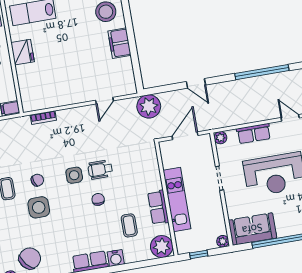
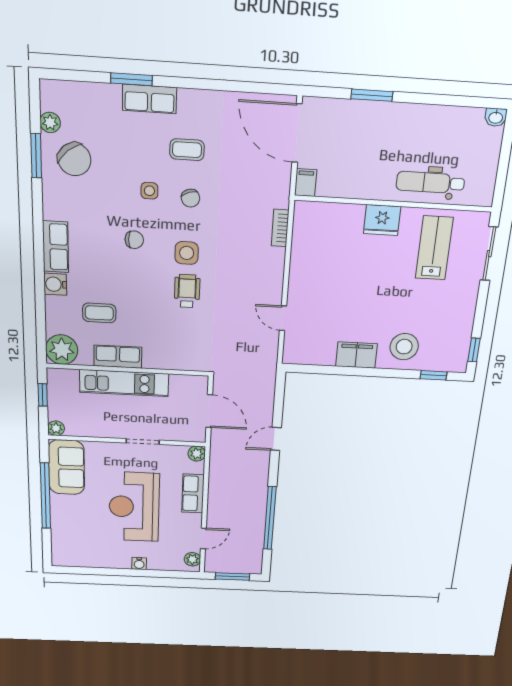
plant: (149, 106) -> (260, 374), removed
chair: (98, 199) -> (134, 240), moved
side table: (39, 207) -> (149, 191), width x0.54, depth x0.54

